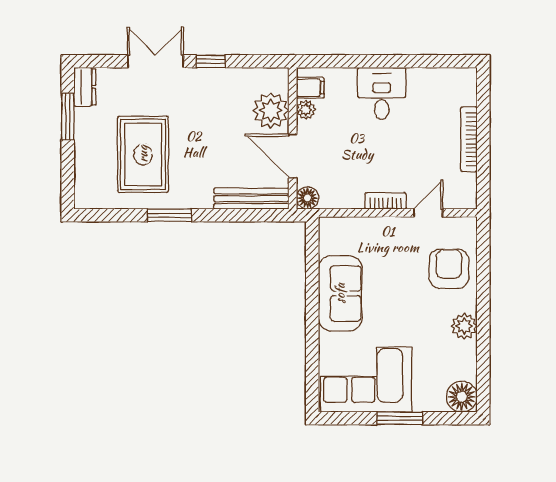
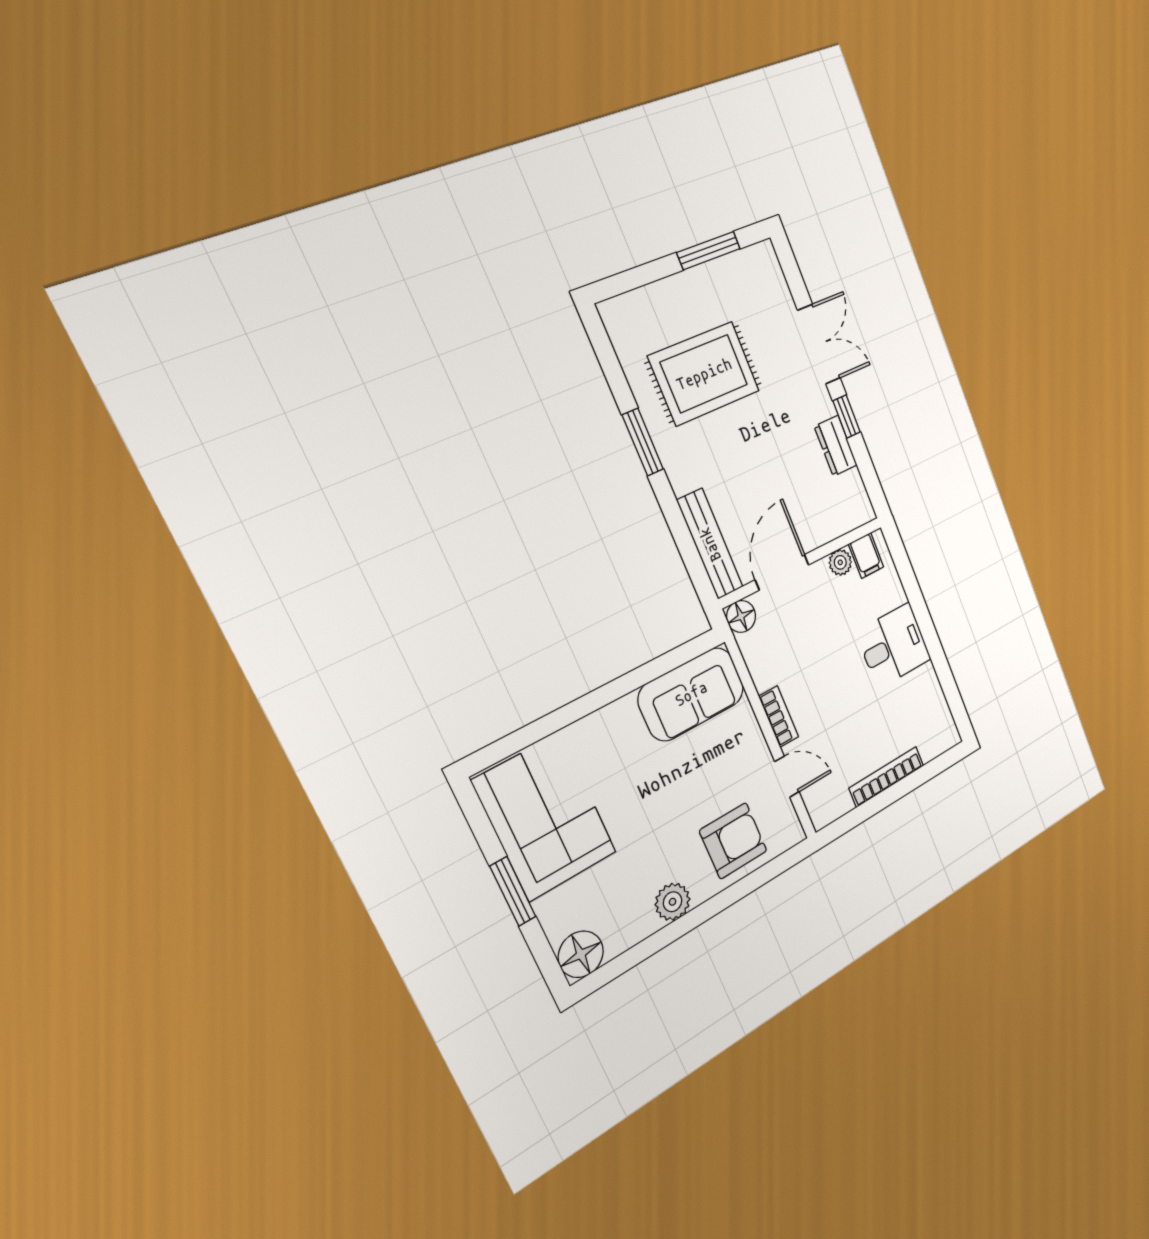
dresser: (85, 87) -> (836, 446), moved, turned 90
plant: (271, 110) -> (822, 519), removed
sofa: (340, 293) -> (691, 694), moved

